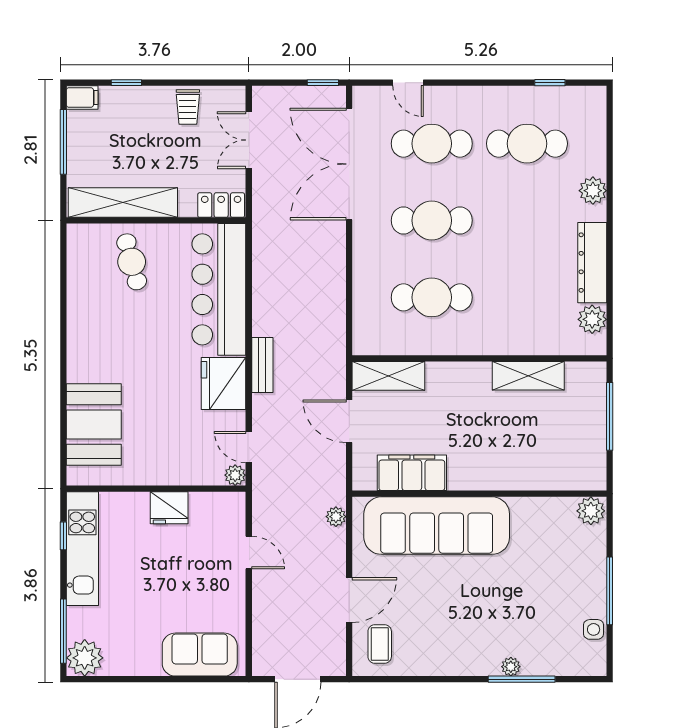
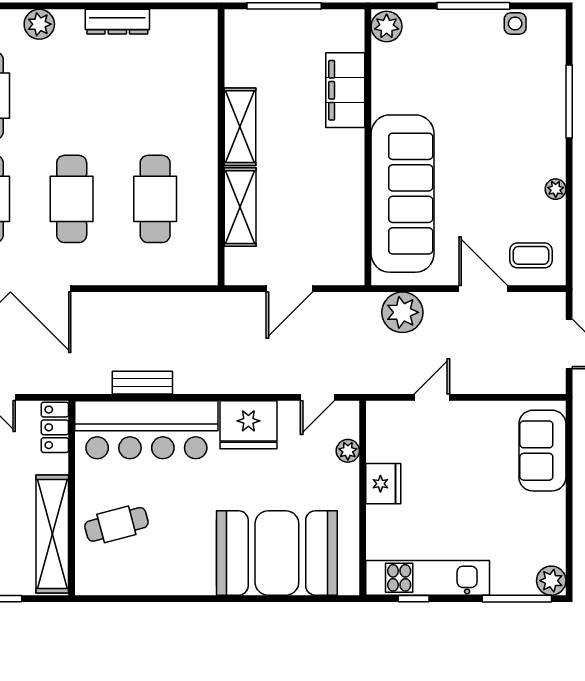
dresser: (592, 263) -> (117, 22), width x0.73, depth x0.80
plant: (592, 319) -> (179, 25), removed
bench: (262, 365) -> (142, 383), moved
shelving: (388, 376) -> (240, 207), moved
shelving: (528, 376) -> (240, 127), moved
booth: (94, 425) -> (277, 553), width x1.36, depth x1.42
filing cabinet: (412, 473) -> (345, 90), moved
plant: (235, 475) -> (348, 451), moved
plant: (336, 517) -> (402, 312), width x1.87, depth x1.87
plant: (85, 658) -> (551, 581), width x0.73, depth x0.73
plant: (511, 667) -> (556, 189), moved

